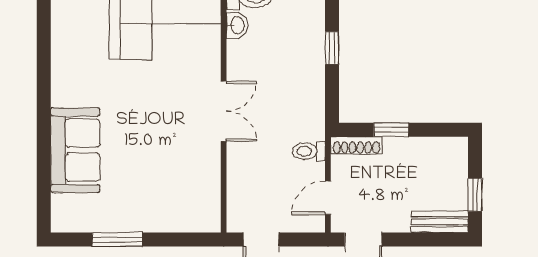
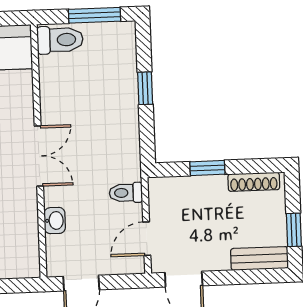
washbasin: (237, 25) -> (55, 221), moved
shoe rack: (356, 145) -> (254, 182), moved

